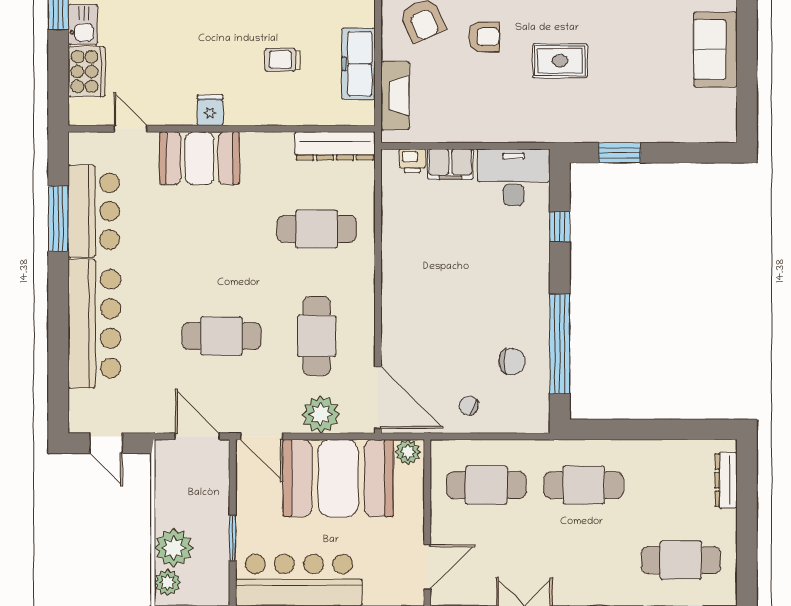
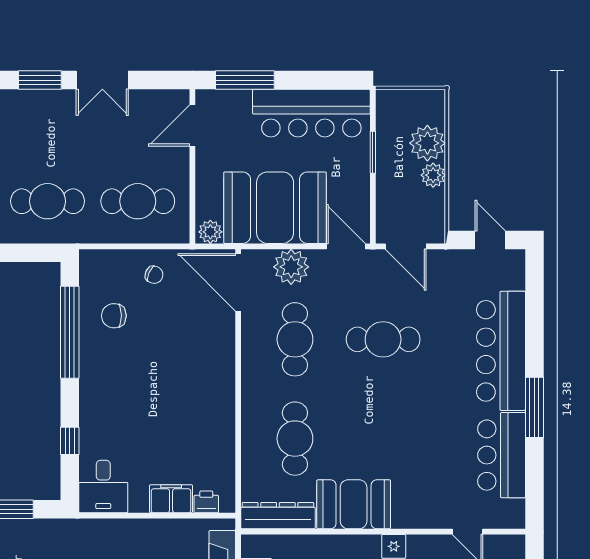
booth: (199, 158) -> (354, 504), moved
desk: (514, 177) -> (103, 487), width x0.73
window: (58, 219) -> (534, 407), moved
cafe table: (317, 229) -> (295, 439), turned 90
plant: (168, 582) -> (433, 175), moved

